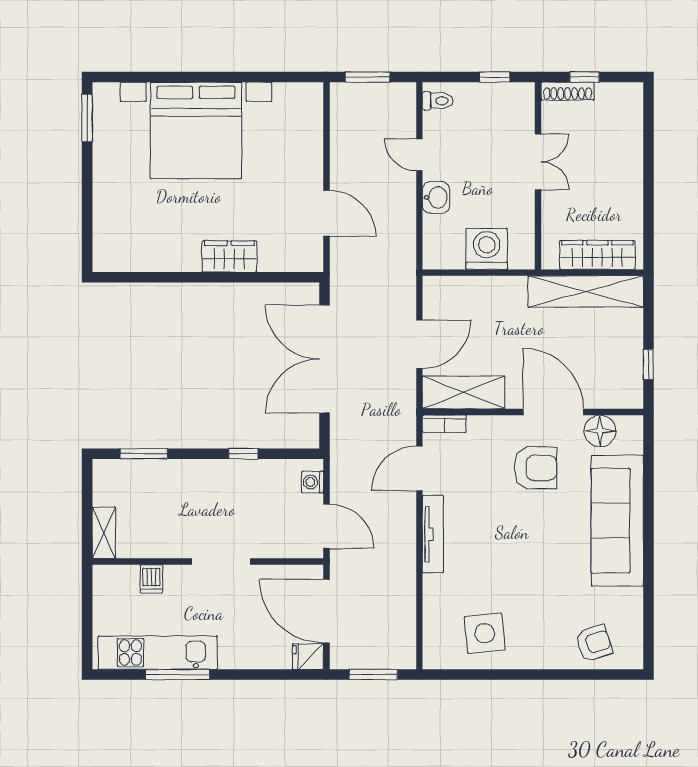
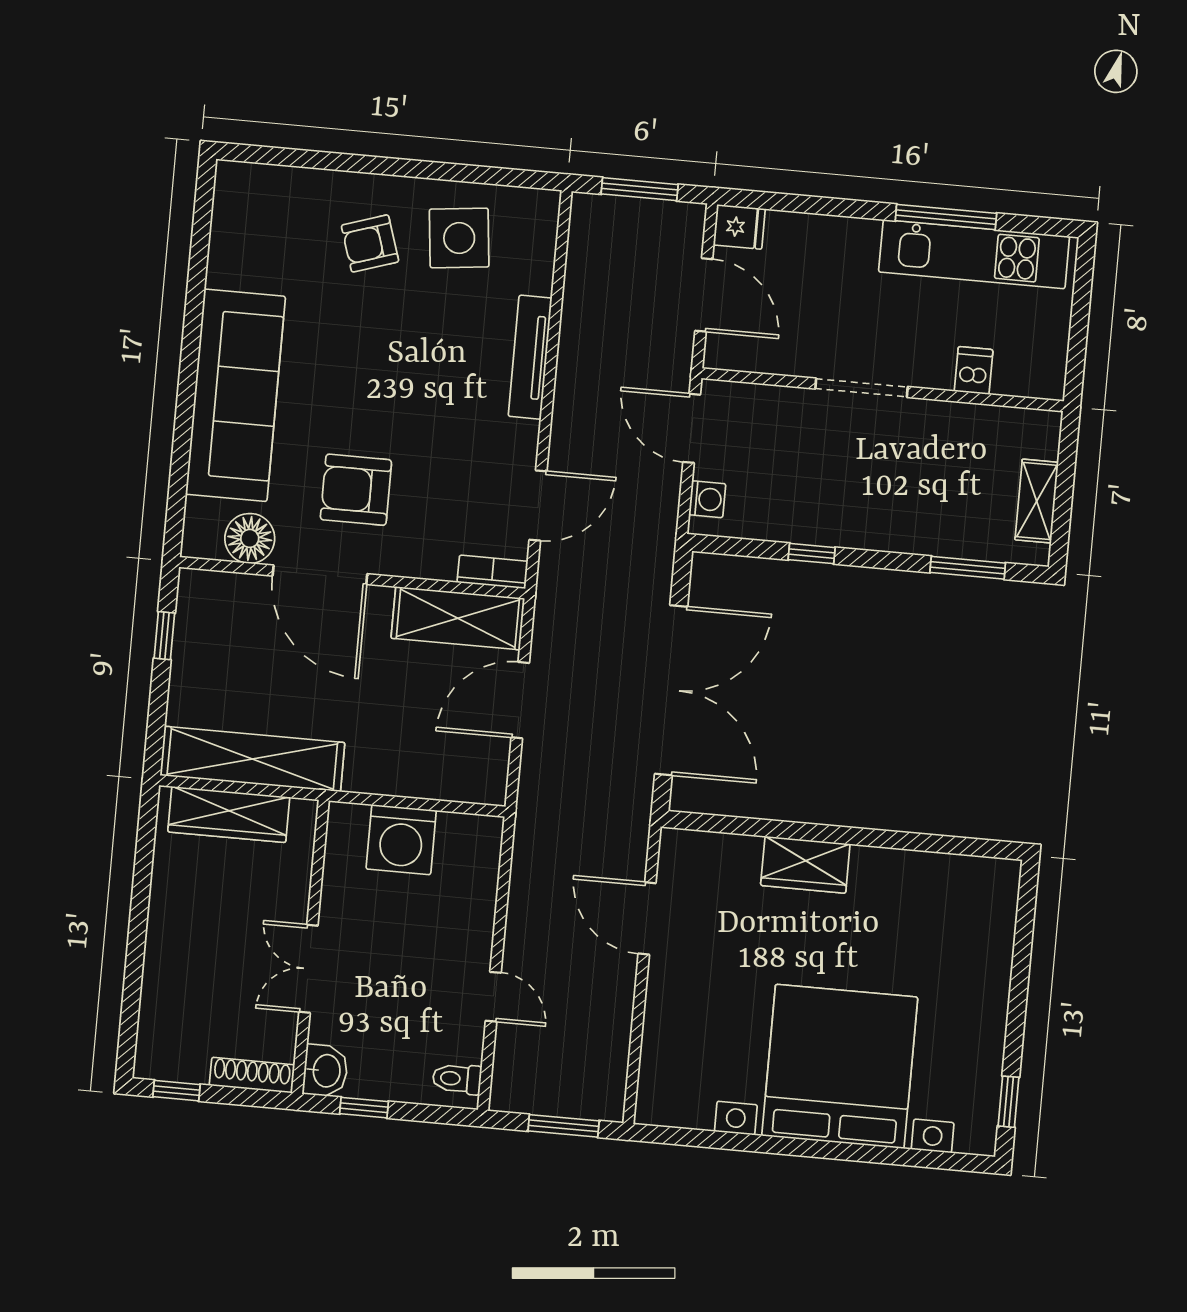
window: (584, 77) -> (176, 1091), moved
window: (87, 118) -> (1008, 1102), width x0.67
washbasin: (436, 197) -> (325, 1071), moved, turned 180
shelving: (104, 533) -> (1037, 501), moved
tv unit: (433, 534) -> (530, 357), moved
door: (327, 611) -> (704, 295), width x0.73
armchair: (594, 643) -> (370, 243), moved

